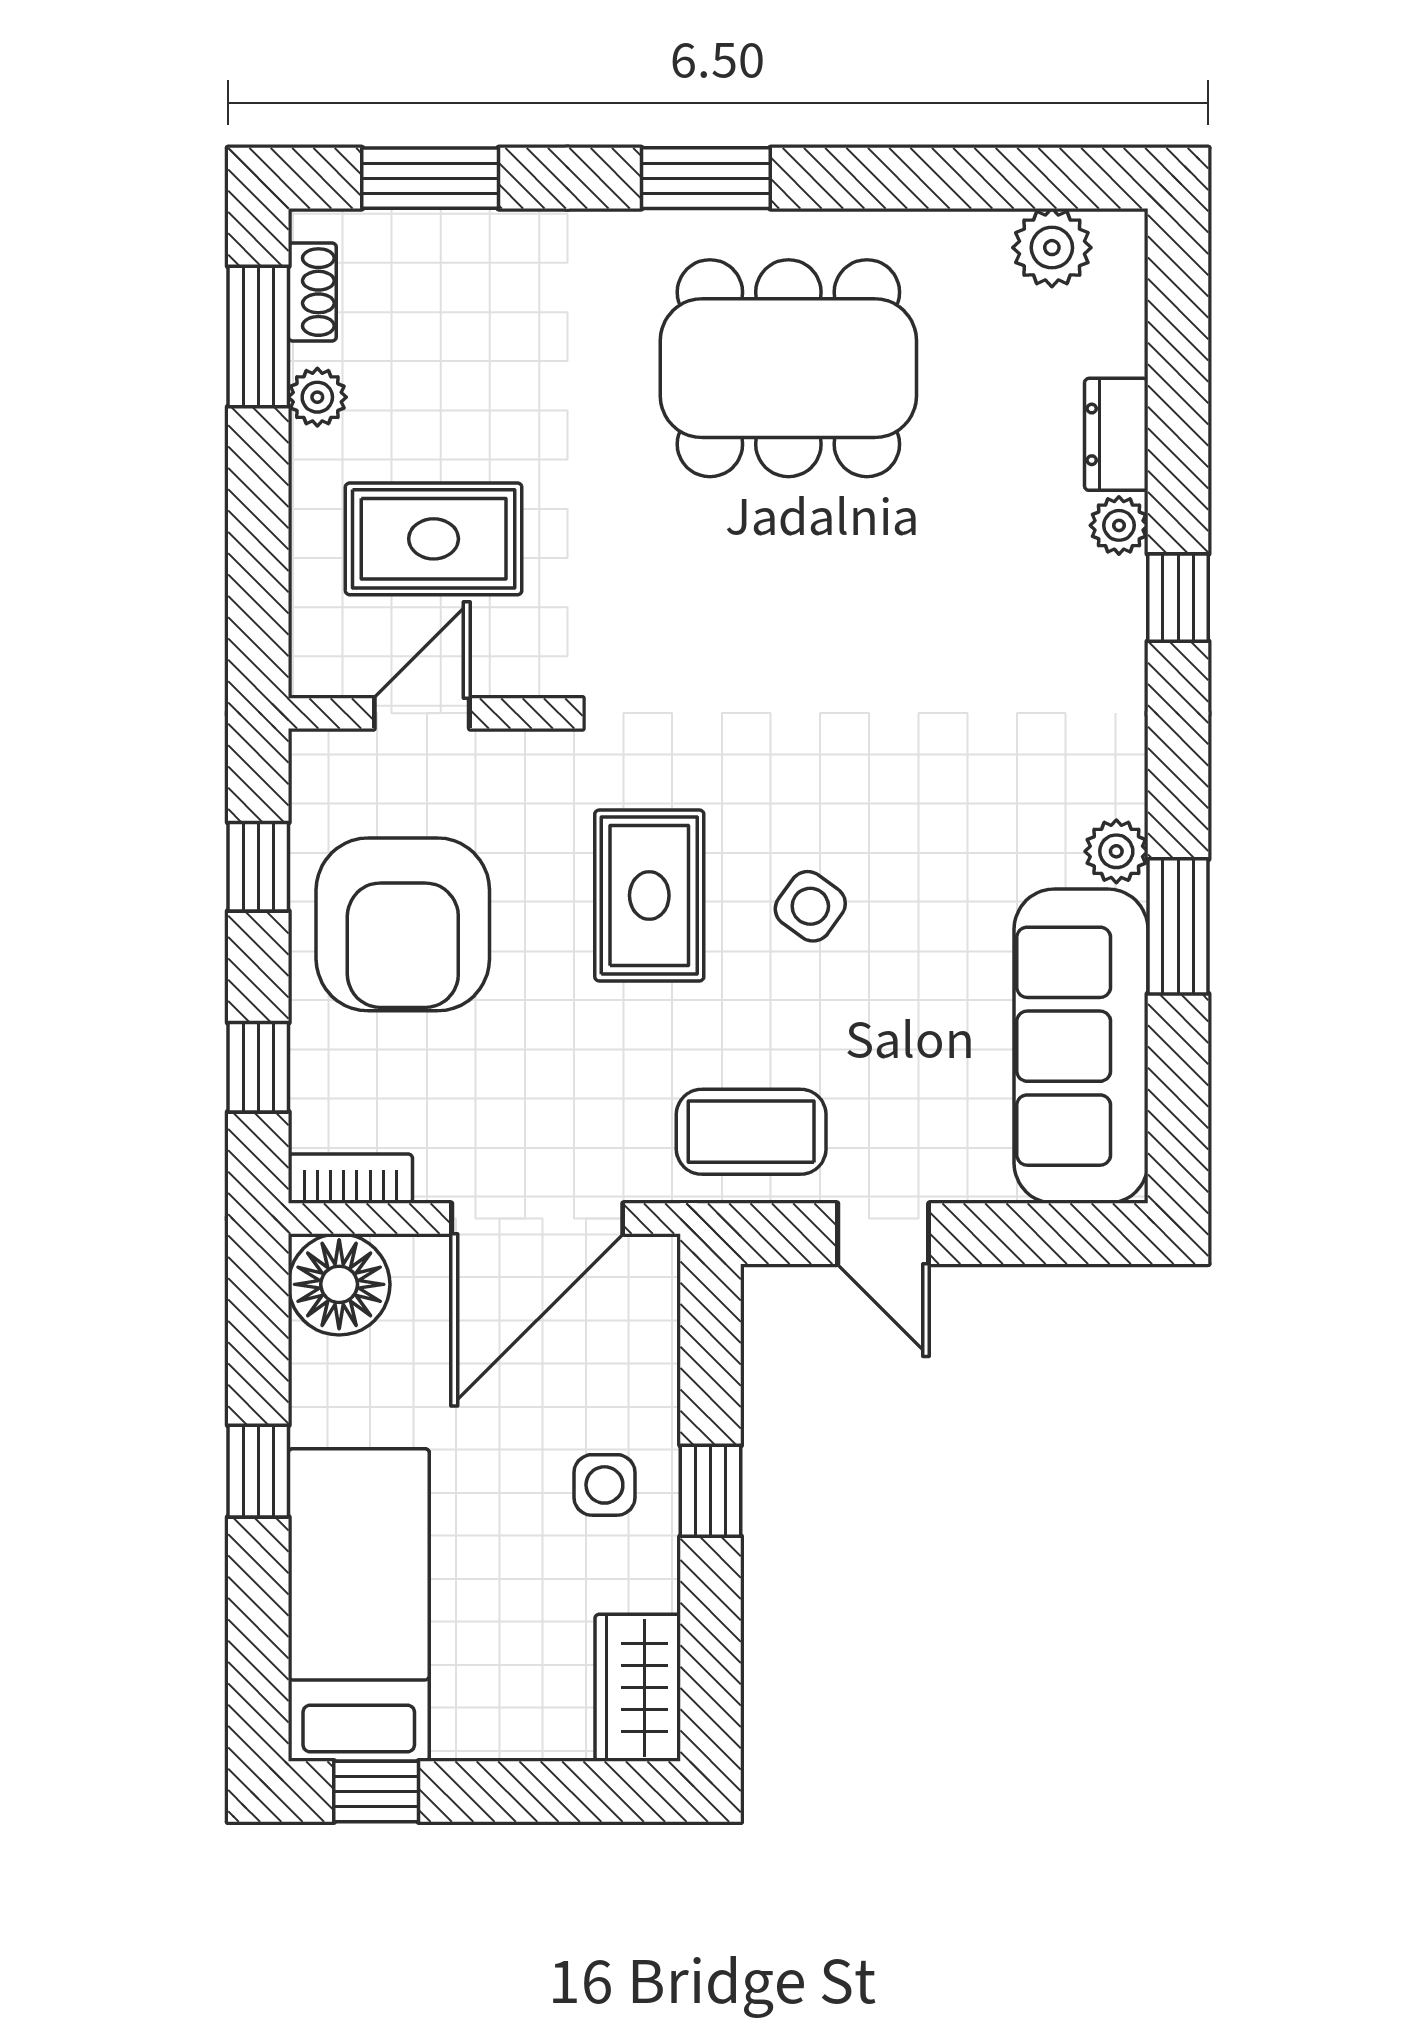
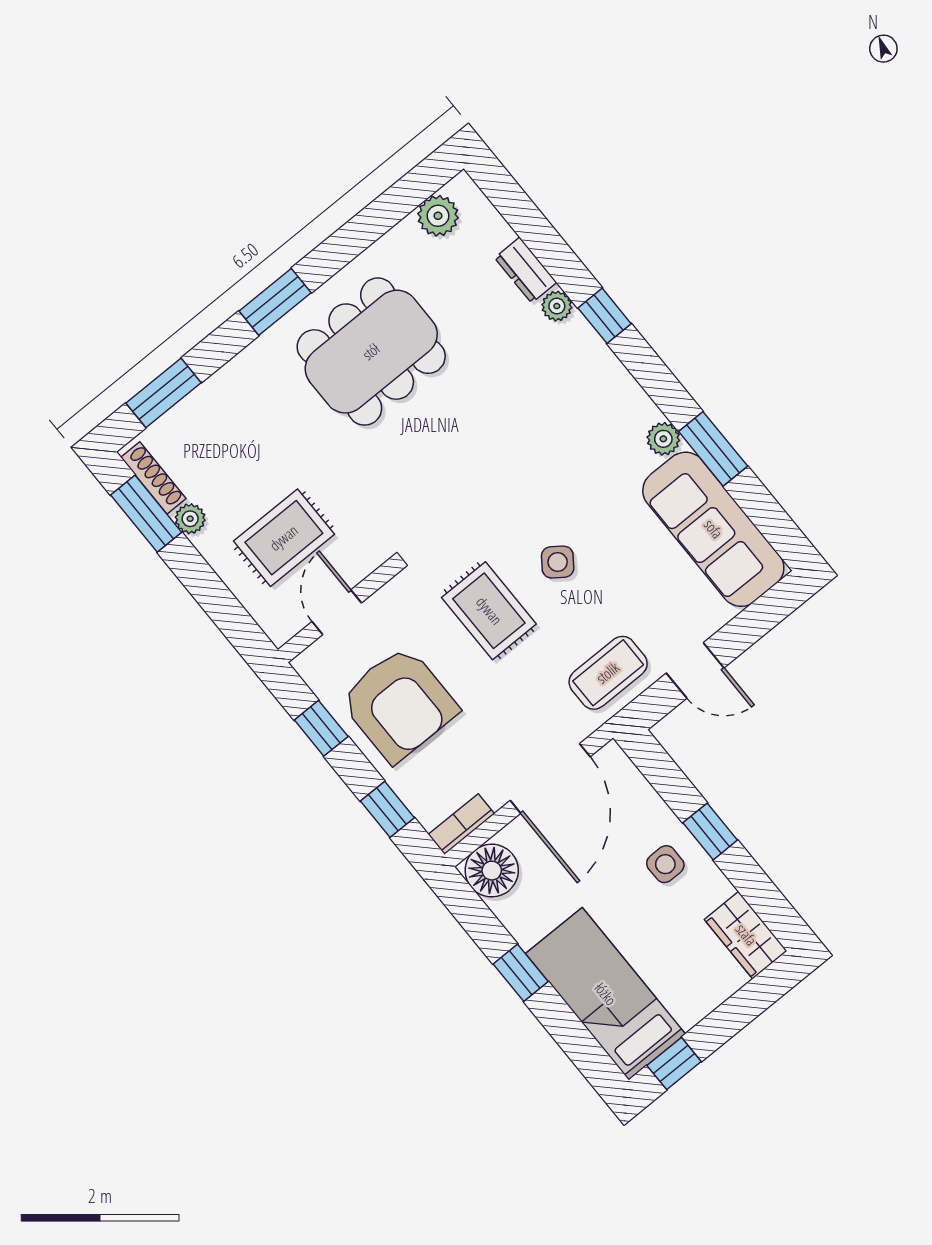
shoe rack: (312, 292) -> (153, 478), width x1.43

